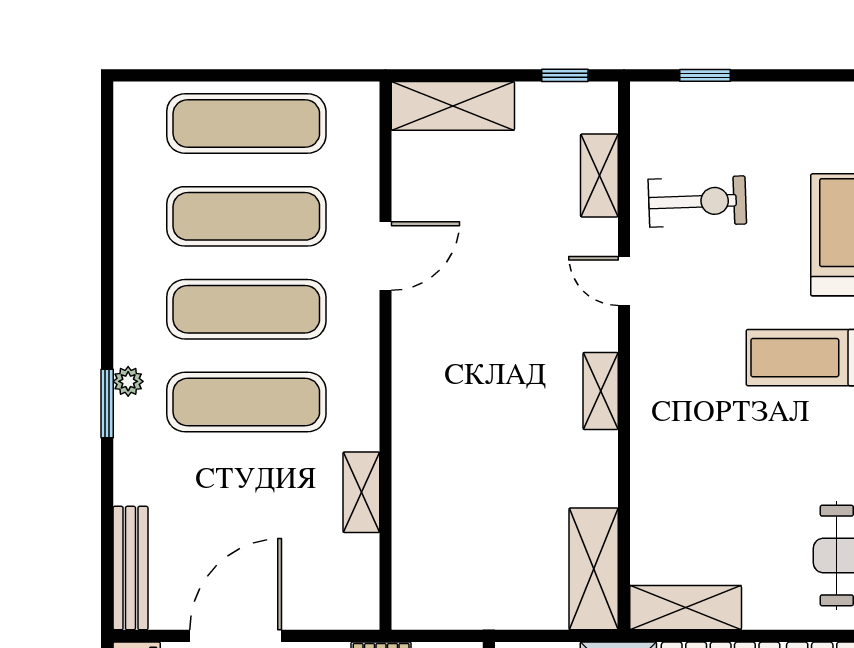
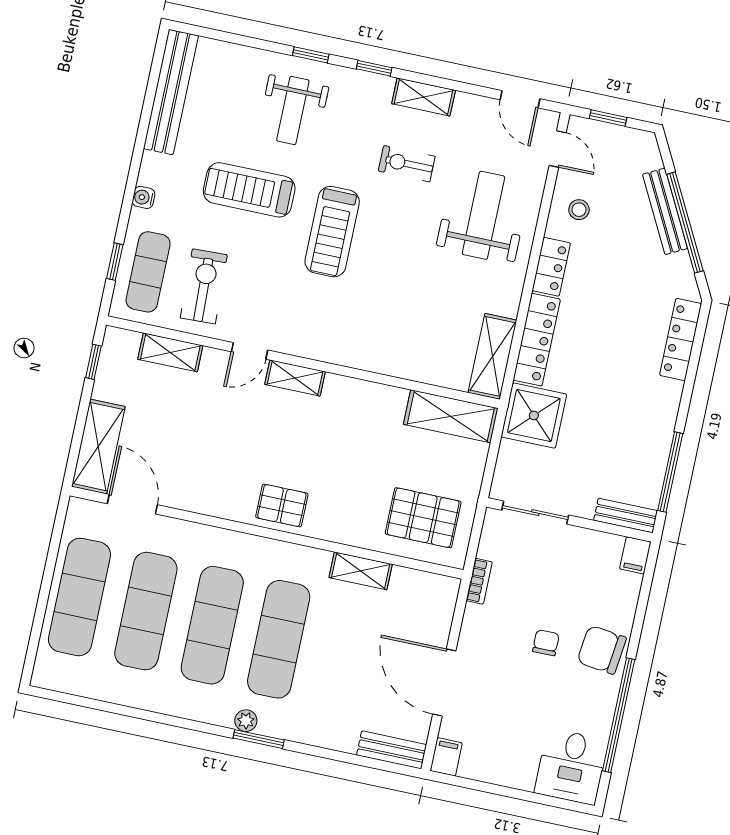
water cooler: (799, 96) -> (144, 197), added
exercise mat: (701, 123) -> (148, 272), added
door: (385, 256) -> (132, 504), moved
pallet: (426, 368) -> (282, 505), added
shelving: (601, 391) -> (295, 378), moved
pallet: (450, 561) -> (423, 518), added
bench: (130, 568) -> (392, 750), width x0.73

